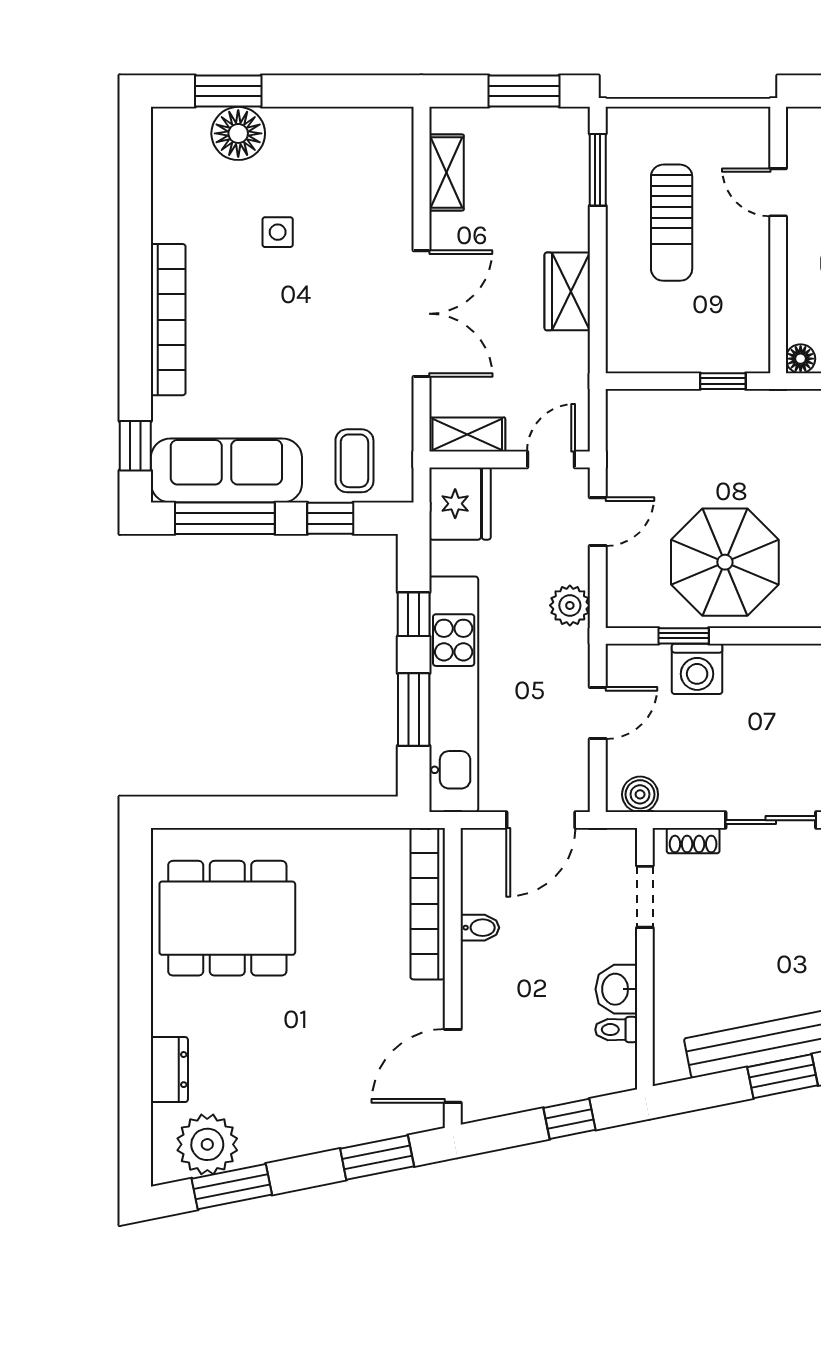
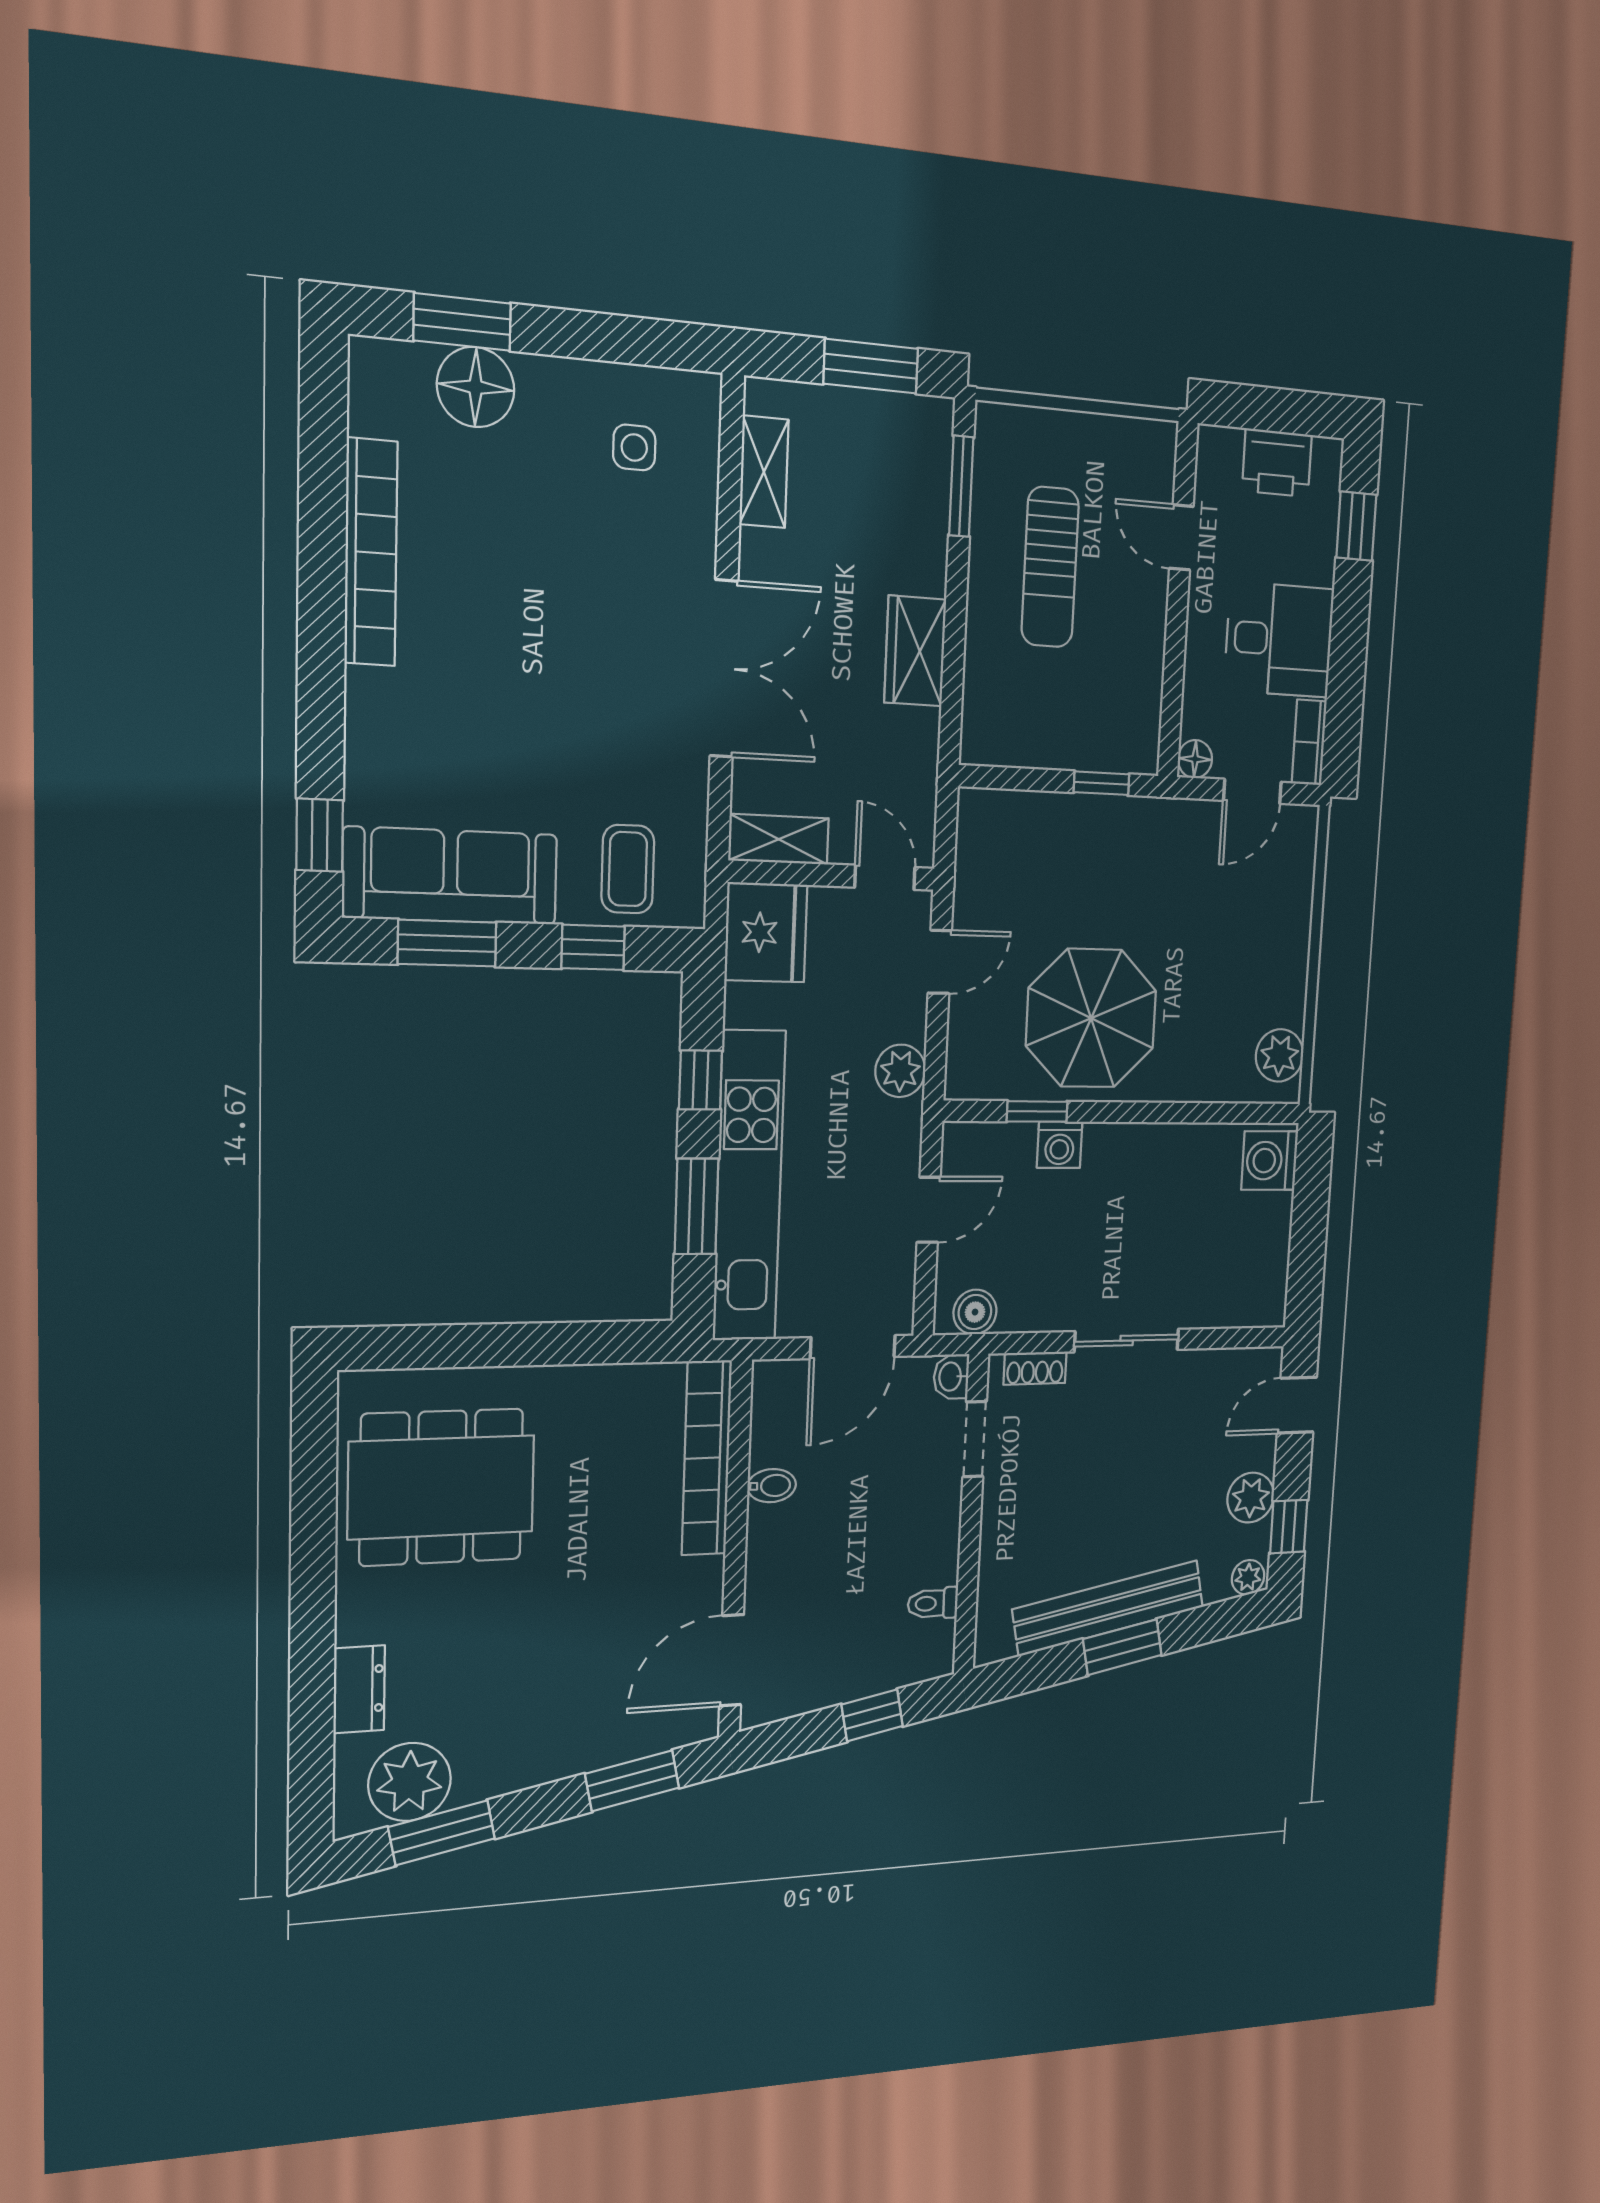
side table: (278, 232) -> (634, 447), moved
bookcase: (168, 320) -> (371, 552), moved
door: (551, 459) -> (885, 877), hinge flipped
window: (225, 518) -> (447, 943), width x0.69
washing machine: (697, 669) -> (1060, 1145), width x0.73, depth x0.73
washbasin: (616, 989) -> (951, 1377), moved, width x0.72, depth x0.69

